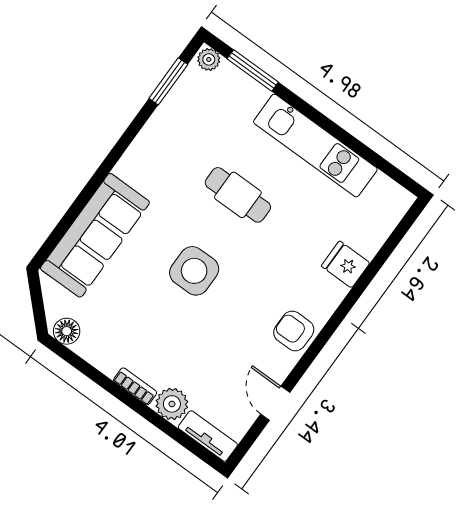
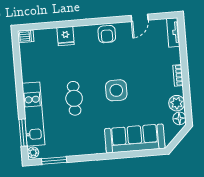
kitchen unit: (315, 146) -> (33, 114), moved
dishwasher: (398, 202) -> (26, 36), added
plant: (172, 404) -> (177, 103), moved

